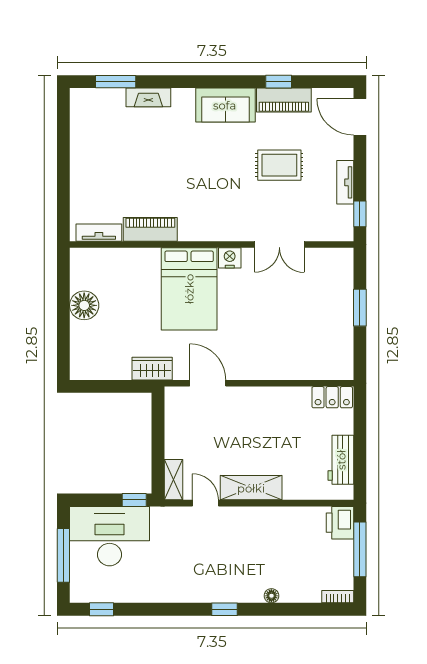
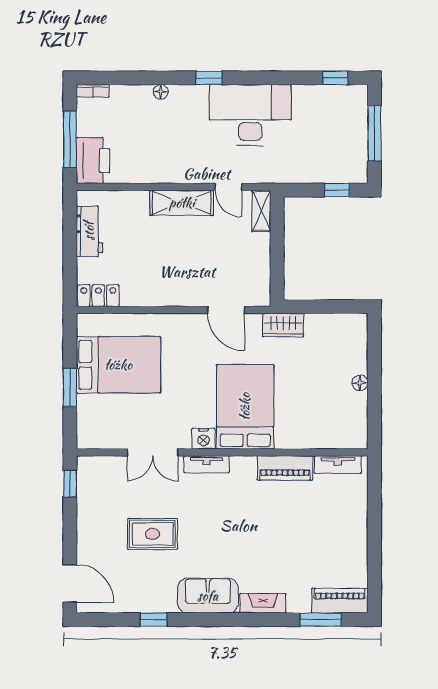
fireplace: (148, 97) -> (263, 603), moved
piano: (284, 100) -> (340, 601), moved
tv unit: (345, 182) -> (207, 464), moved, turned 90
double door: (279, 245) -> (153, 452), swing flipped
floor lamp: (84, 305) -> (360, 383), width x0.53, depth x0.53
bed: (313, 330) -> (118, 365), added
window: (134, 500) -> (337, 190), moved
printer: (340, 523) -> (93, 161), width x1.37, depth x1.19
desk: (109, 536) -> (250, 115), moved, turned 180

